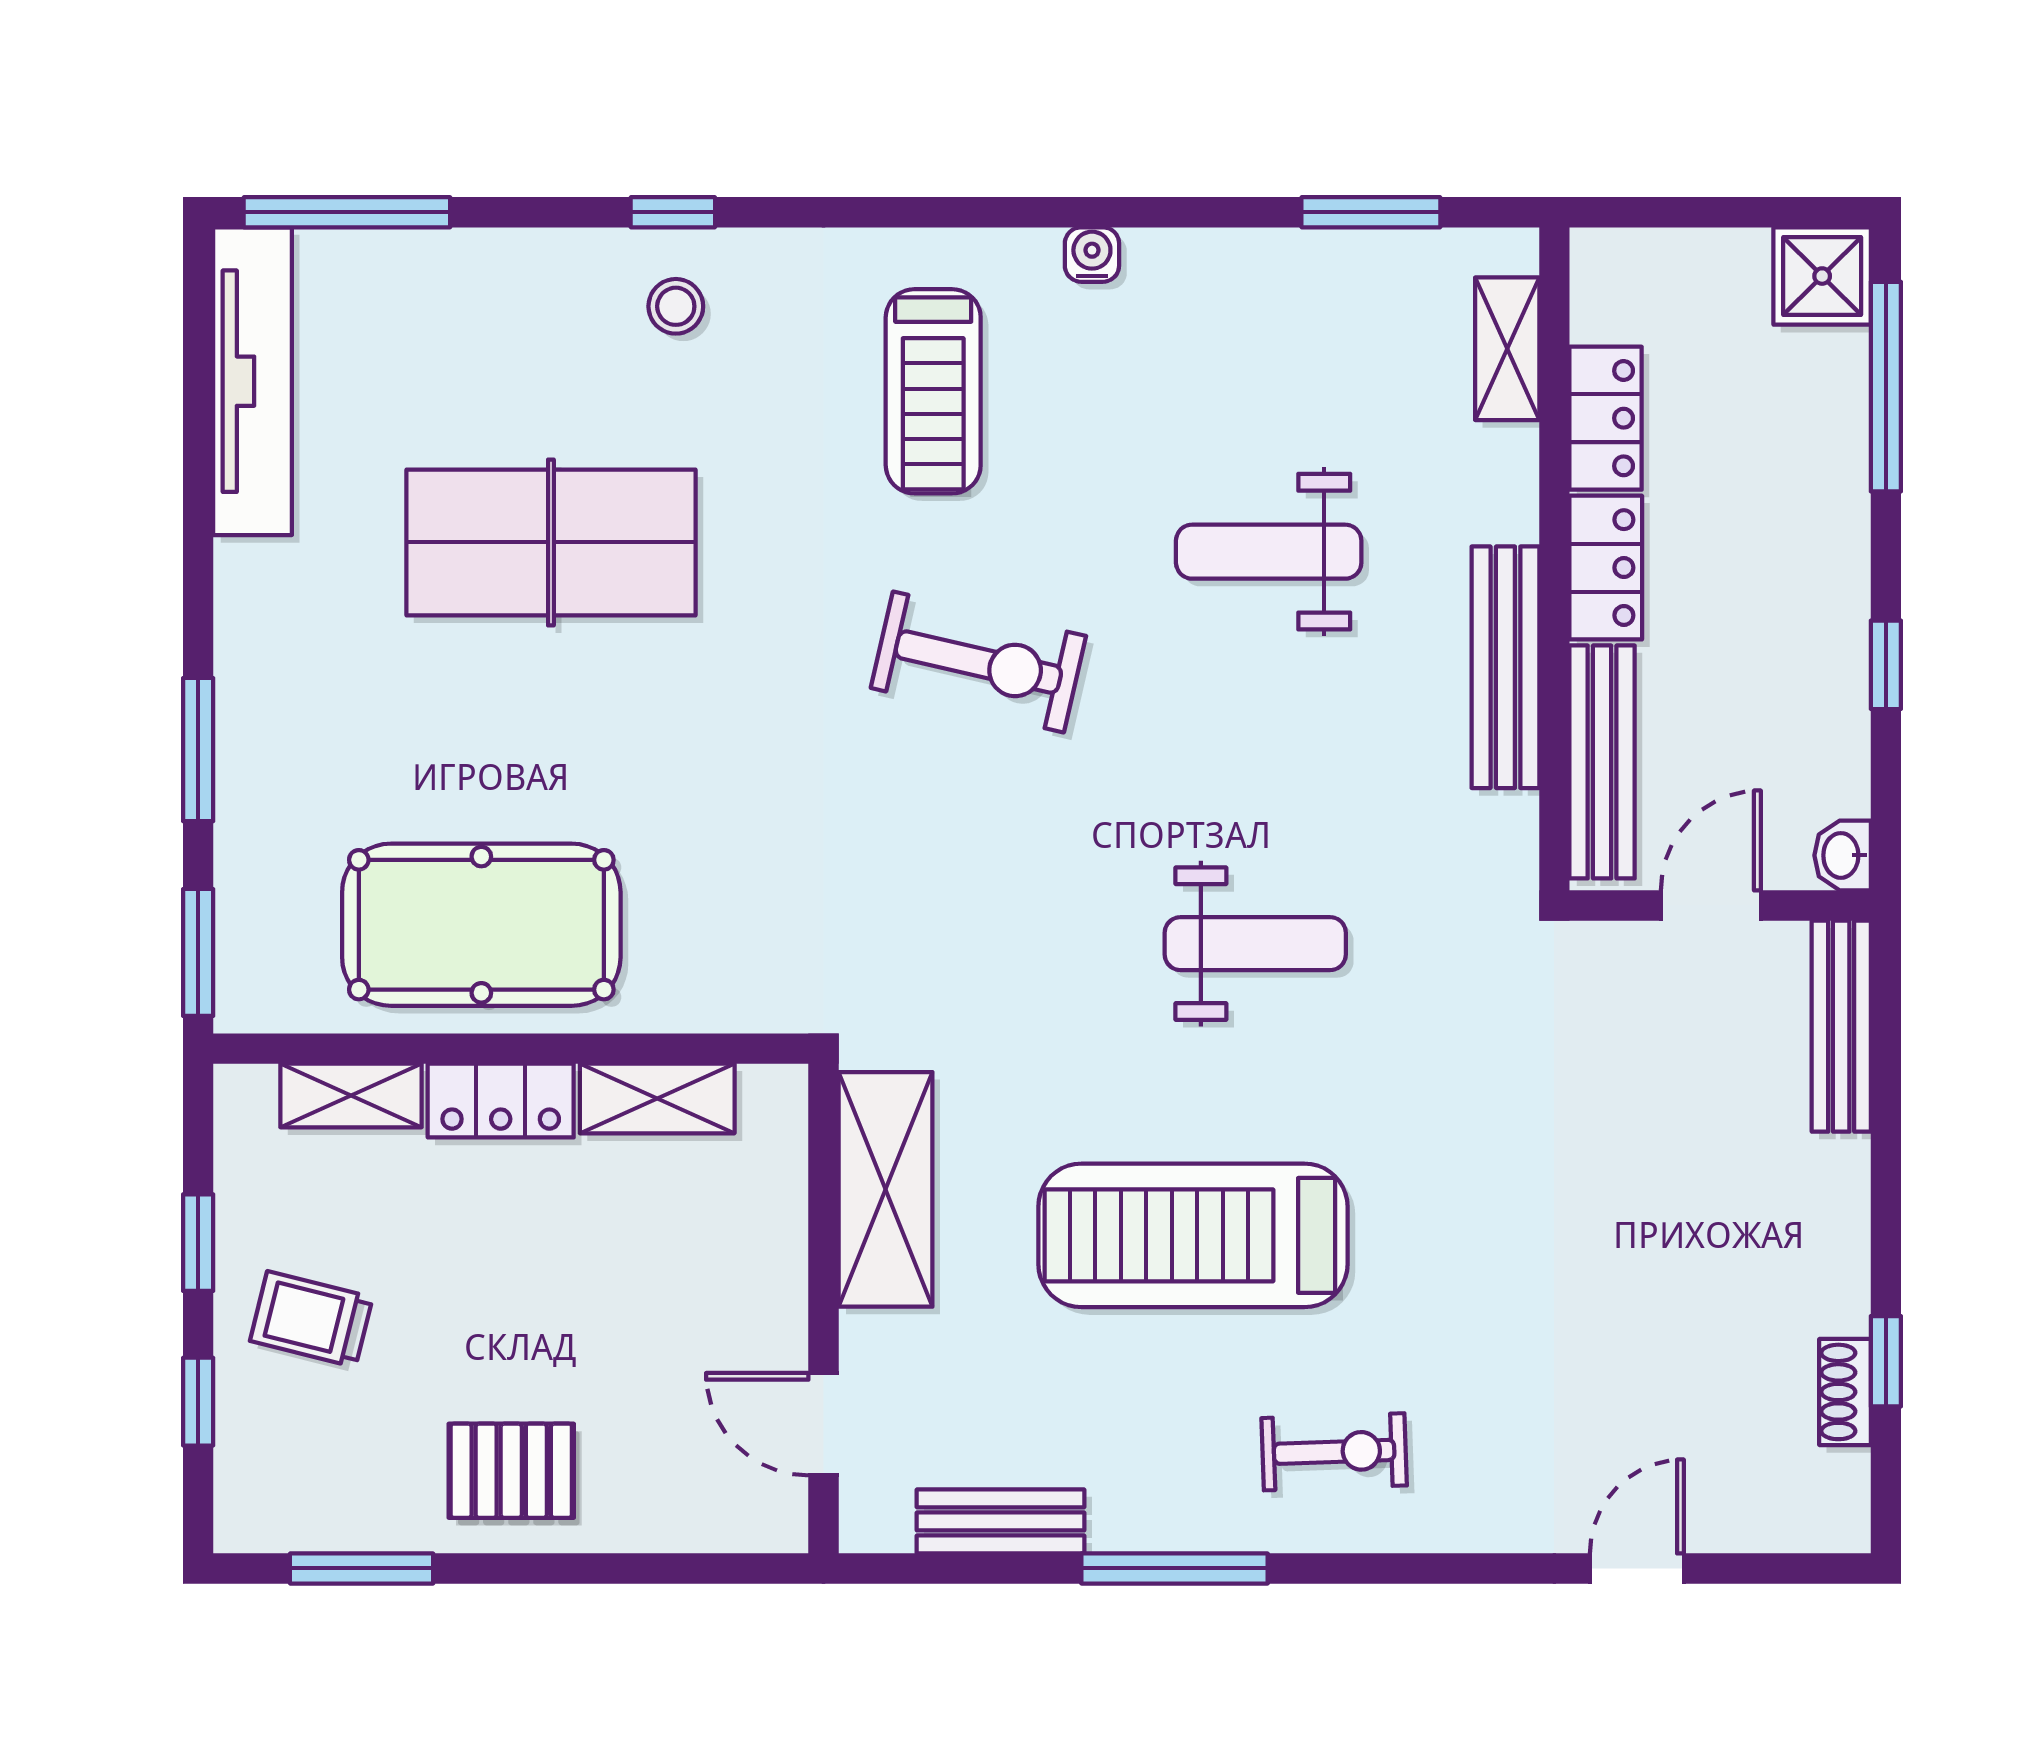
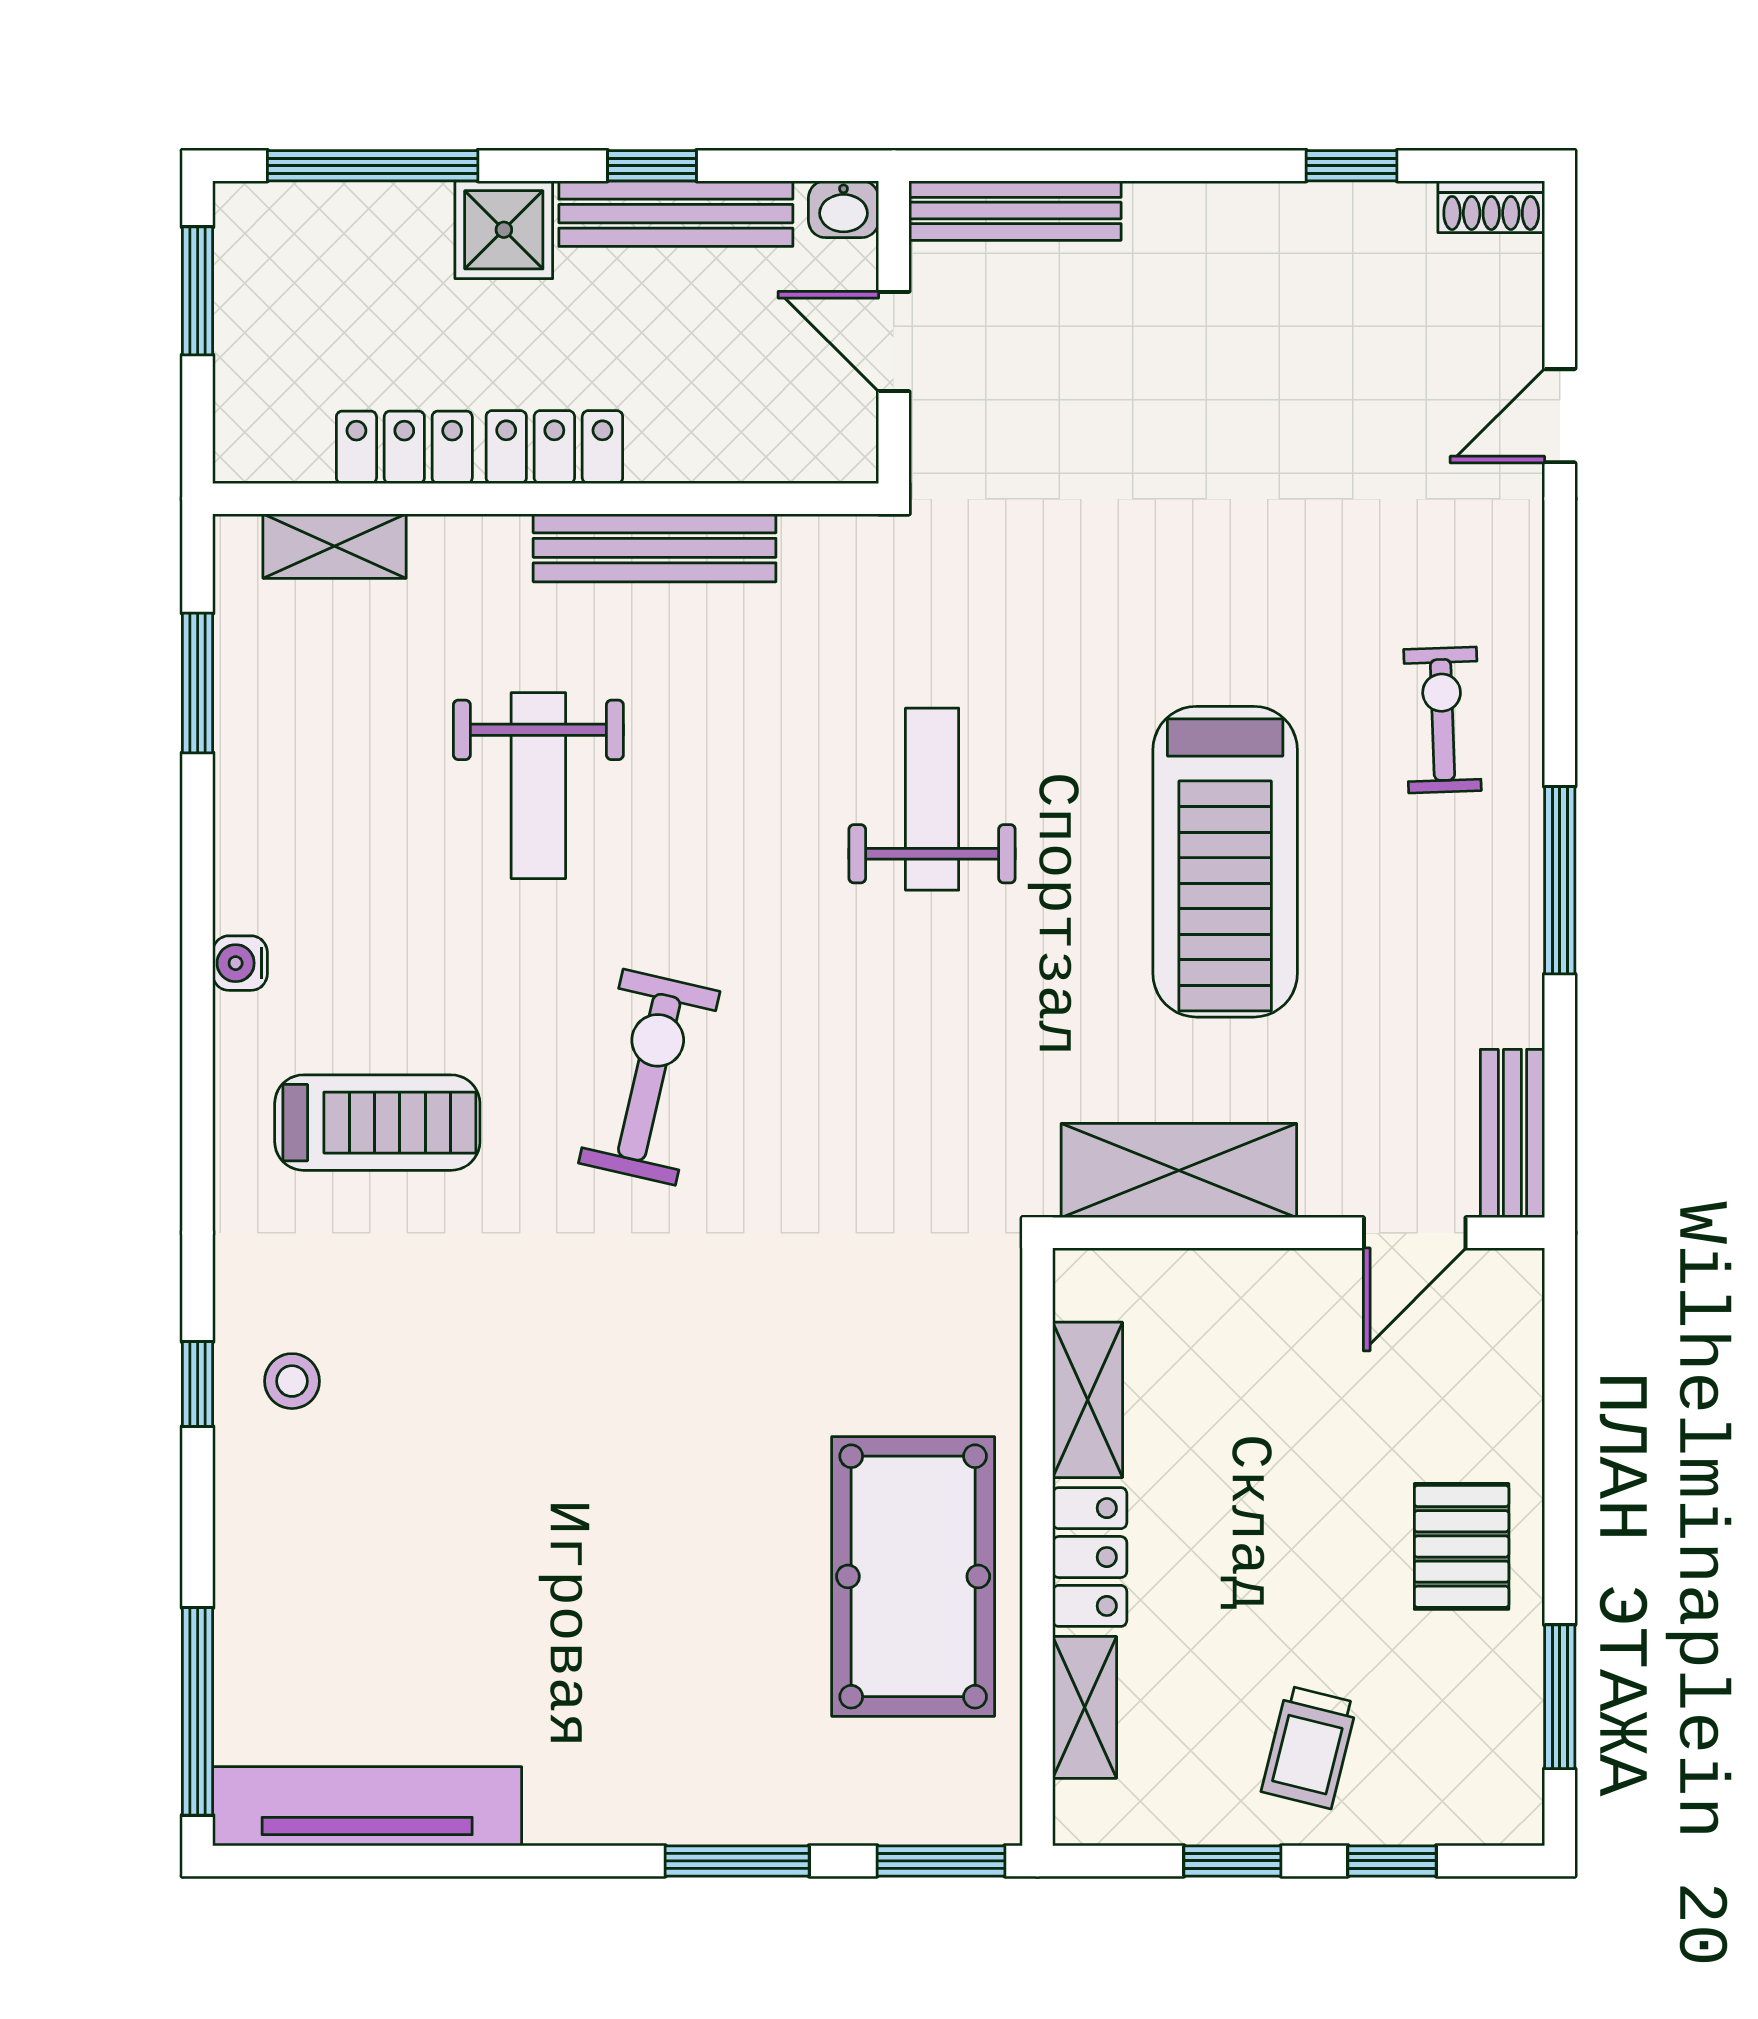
window: (1761, 212) -> (198, 291), added
shower: (1822, 276) -> (504, 230), moved
table tennis table: (551, 542) -> (529, 1507), removed
bench: (1602, 762) -> (676, 214), moved
shoe rack: (1845, 1392) -> (1491, 207), moved
bench: (1000, 1521) -> (1512, 1133), moved
door: (1637, 1568) -> (1560, 416), hinge flipped

